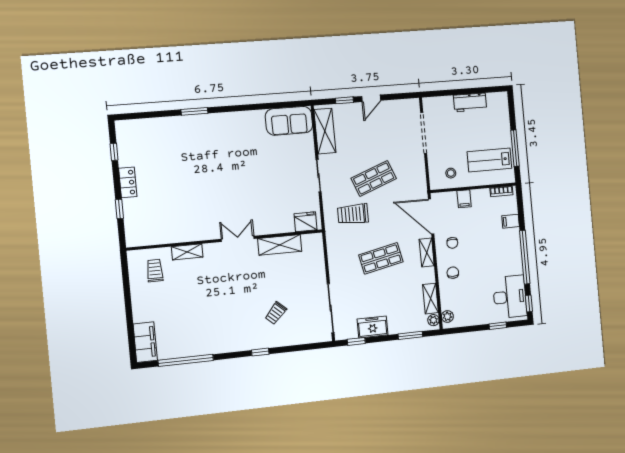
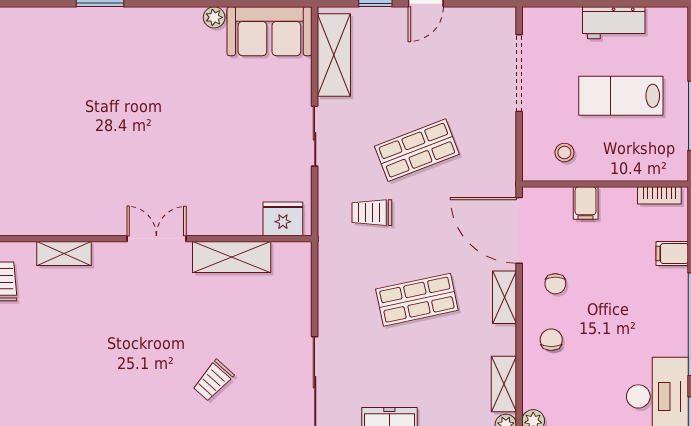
plant: (258, 116) -> (214, 17), added
lab bench: (489, 160) -> (621, 96), moved
trolley: (353, 214) -> (372, 213), width x0.73, depth x0.72

